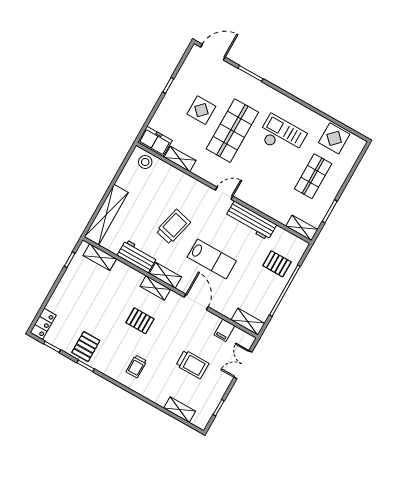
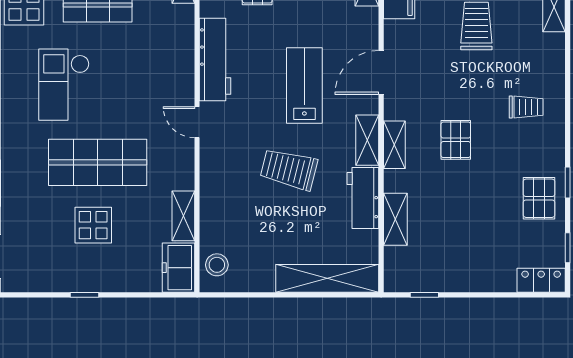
shelving: (100, 257) -> (395, 219), moved
pallet: (86, 347) -> (539, 198), turned 90

